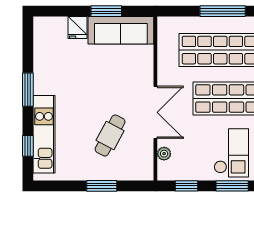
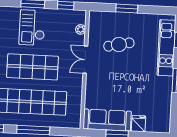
double door: (155, 112) -> (85, 60), width x0.73
cafe table: (110, 135) -> (119, 45), turned 50

